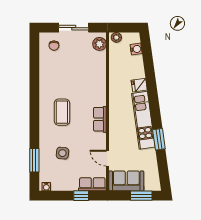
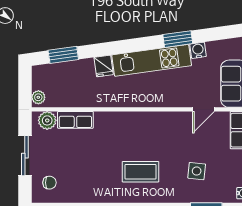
water cooler: (136, 49) -> (198, 50), moved
window: (147, 56) -> (63, 55), added
row of seats: (100, 119) -> (75, 120), moved

